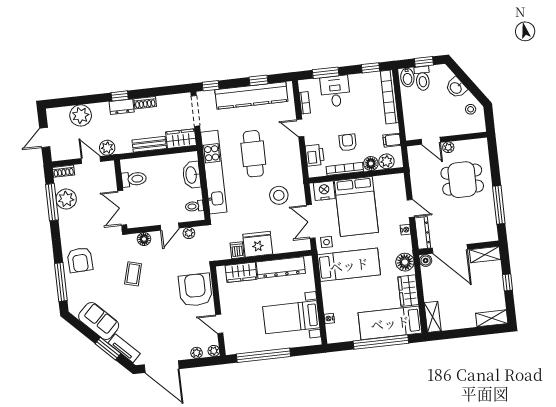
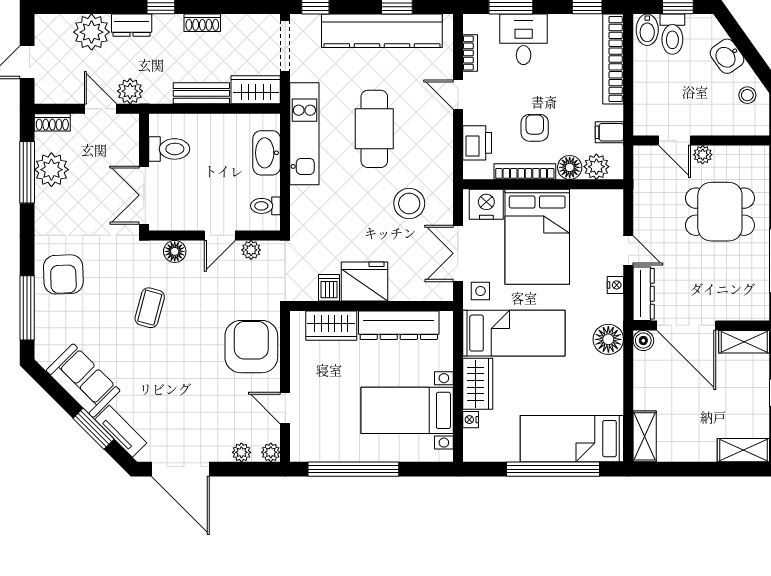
dresser: (122, 107) -> (132, 25), moved
kitchen unit: (214, 172) -> (304, 134), width x0.73
wardrobe: (408, 291) -> (478, 384), moved, turned 180

